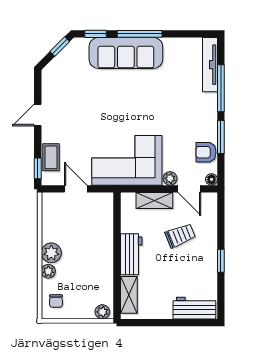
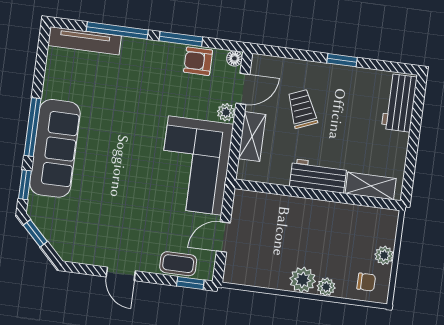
armchair: (206, 152) -> (198, 61), turned 90
plant: (102, 312) -> (384, 255), moved

